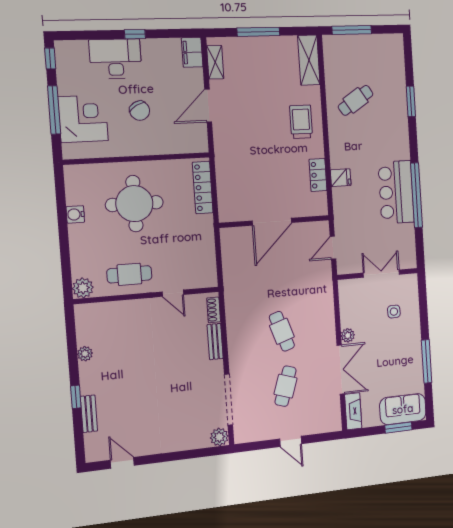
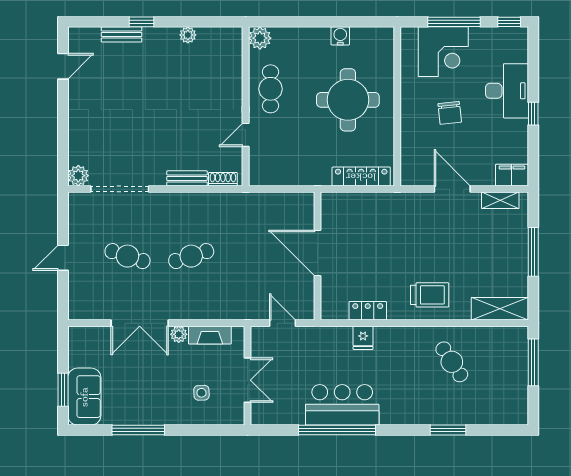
chair: (140, 111) -> (450, 113), turned -67
fireplace: (353, 411) -> (210, 335), moved

